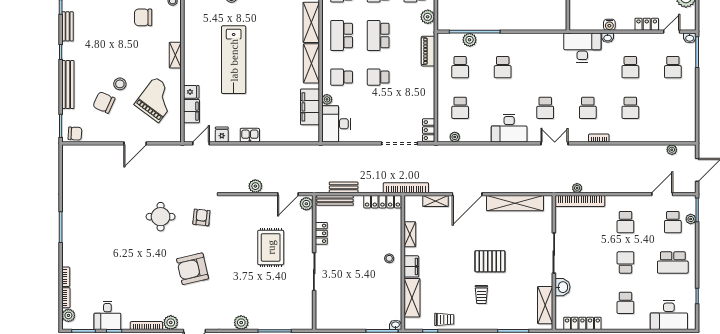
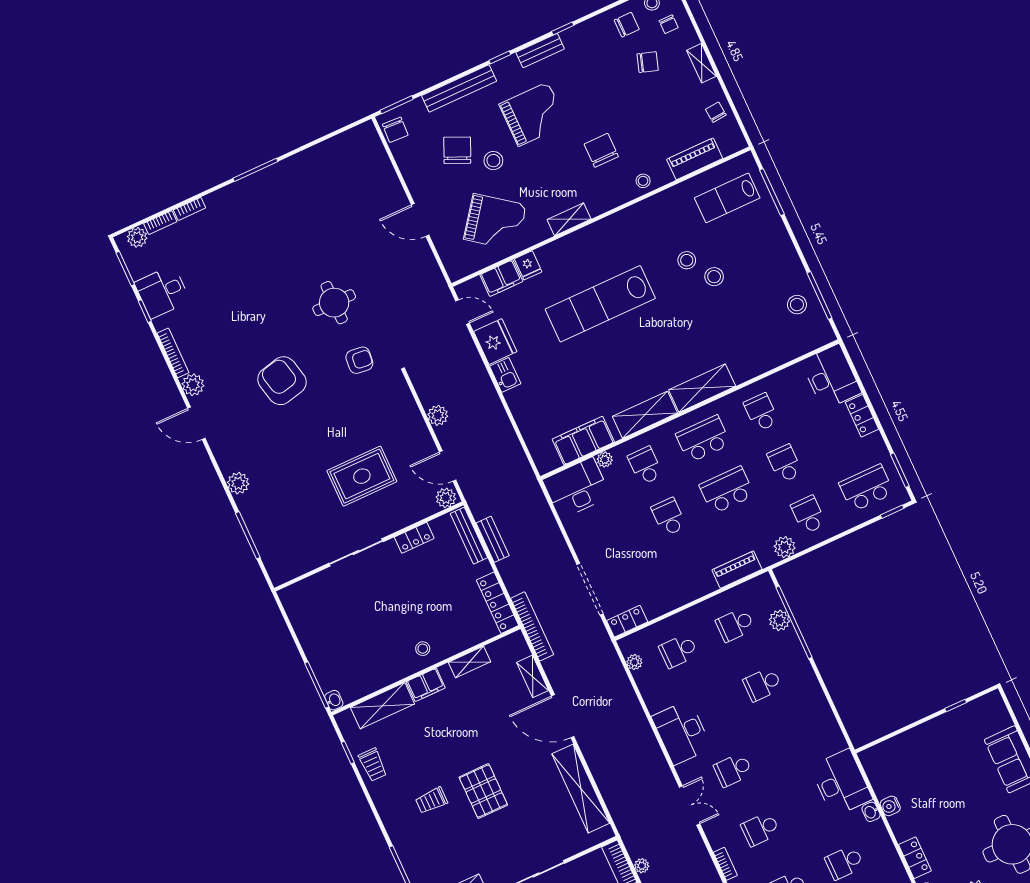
grand piano: (103, 48) -> (533, 114), added
fridge: (222, 134) -> (495, 342), width x1.88, depth x1.34

